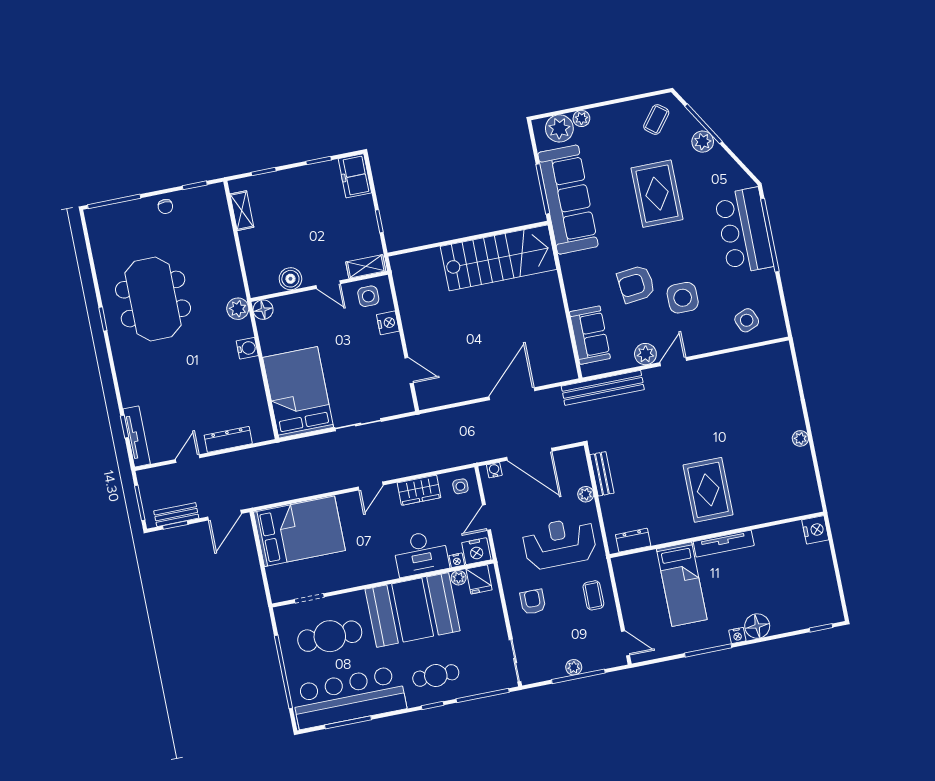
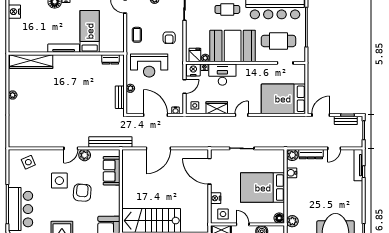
armchair: (636, 284) -> (82, 193), turned -80
water cooler: (247, 348) -> (292, 173), moved
door: (409, 370) -> (209, 171), width x1.88
bed: (298, 392) -> (263, 188), moved, turned 90
plant: (262, 431) -> (292, 155), added
rug: (708, 490) -> (66, 78), removed
wardrobe: (779, 507) -> (31, 62), added
nightstand: (815, 530) -> (14, 12), moved

